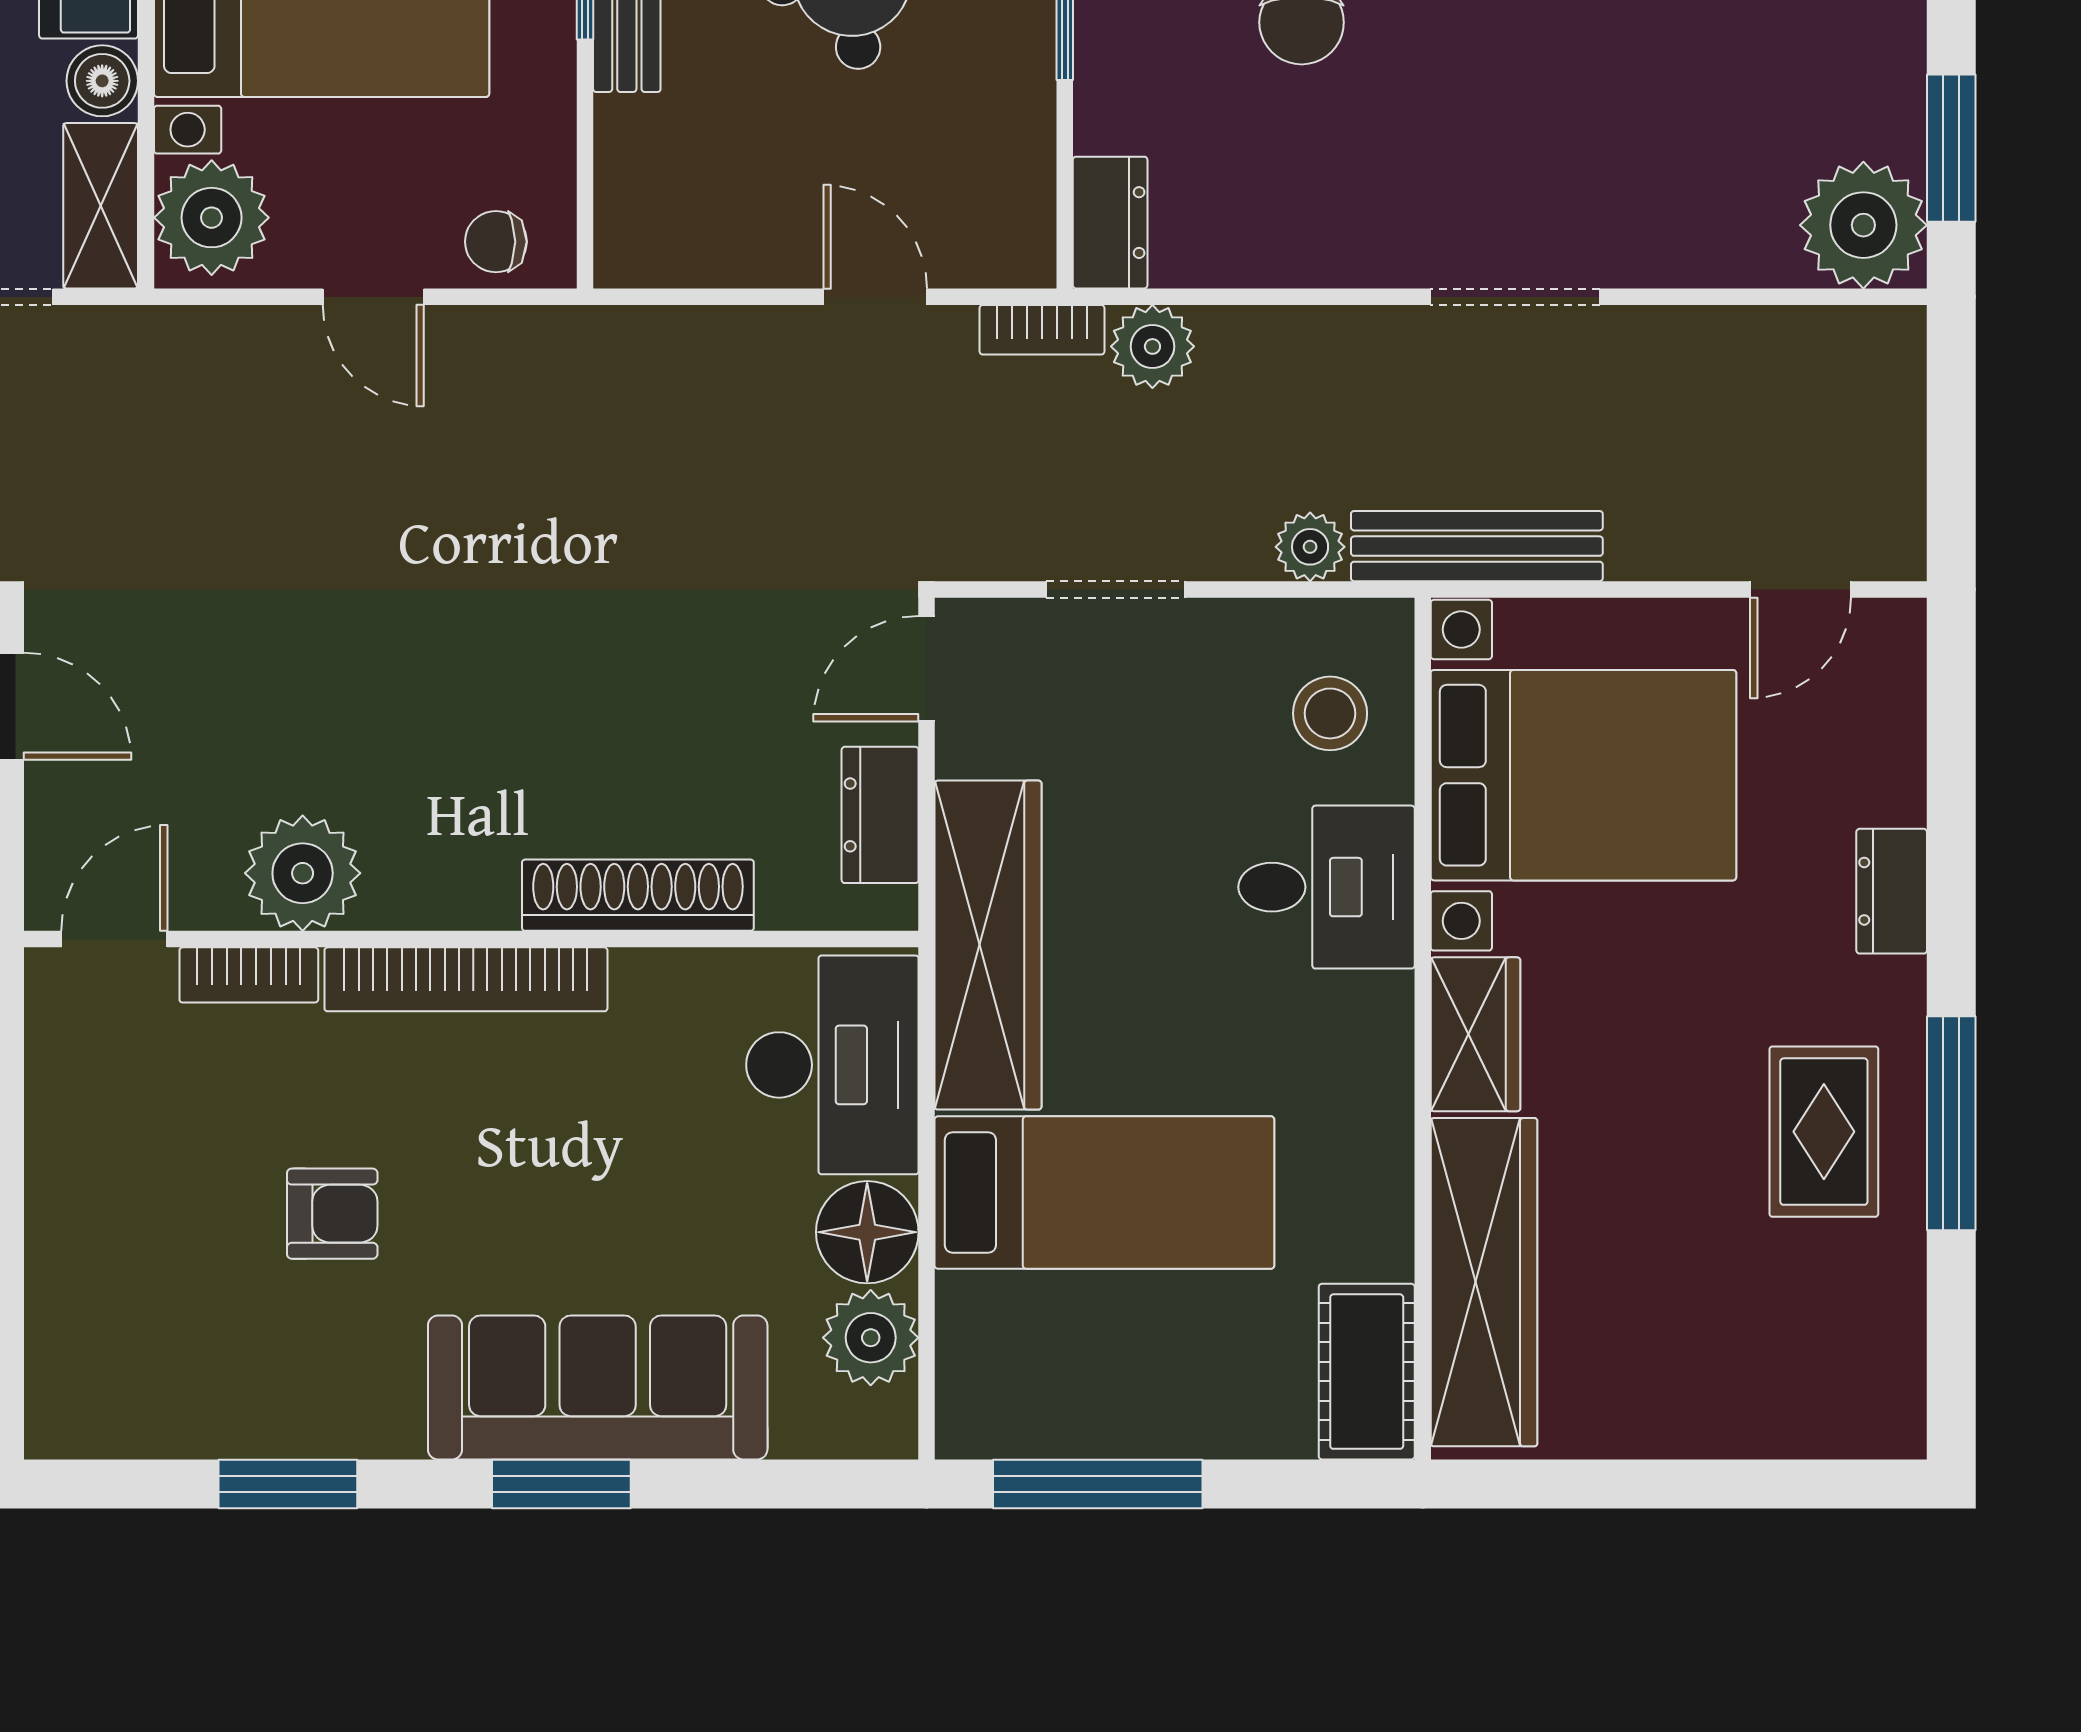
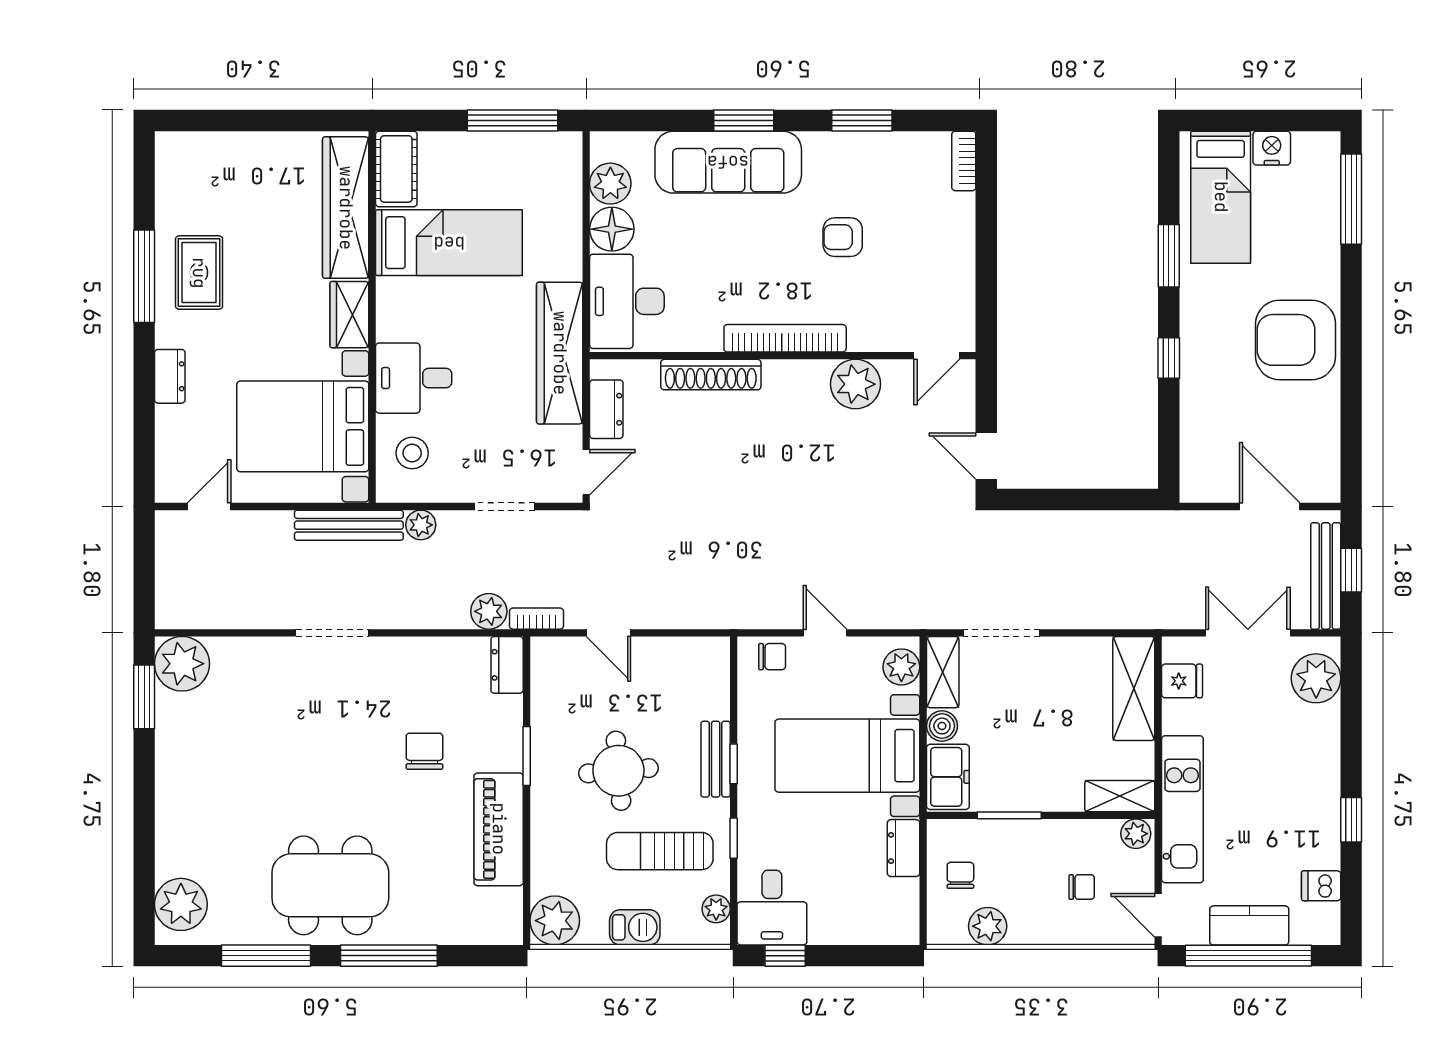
plant: (212, 218) -> (901, 667), width x0.73, depth x0.73
bookcase: (249, 975) -> (964, 161), moved, turned -90
bed: (1104, 1193) -> (449, 243), moved, turned 180

